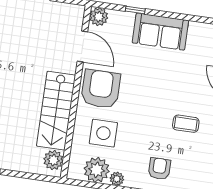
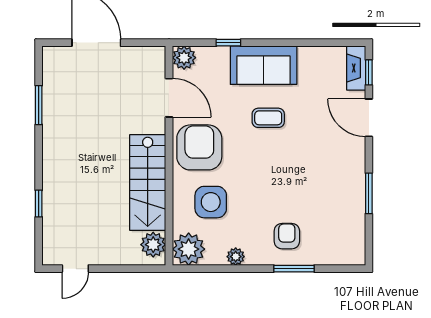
coffee table: (186, 124) -> (268, 118), moved
plant: (97, 170) -> (189, 249), moved

